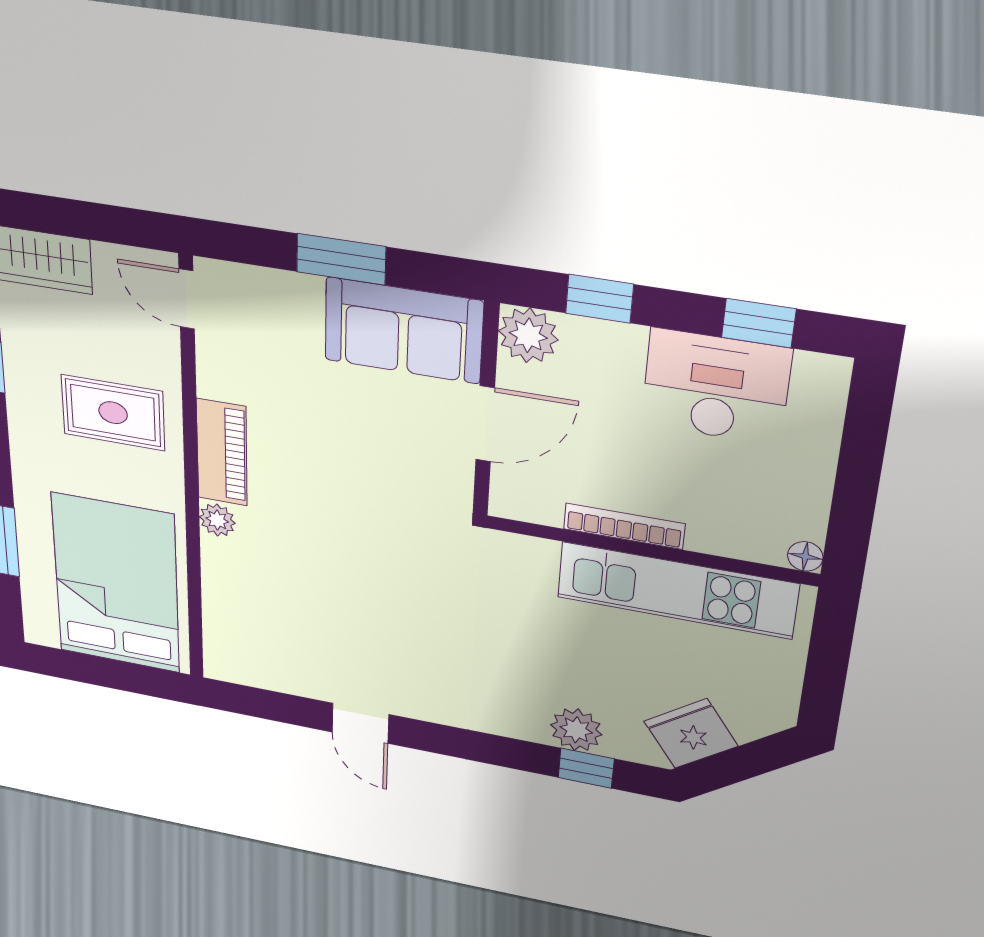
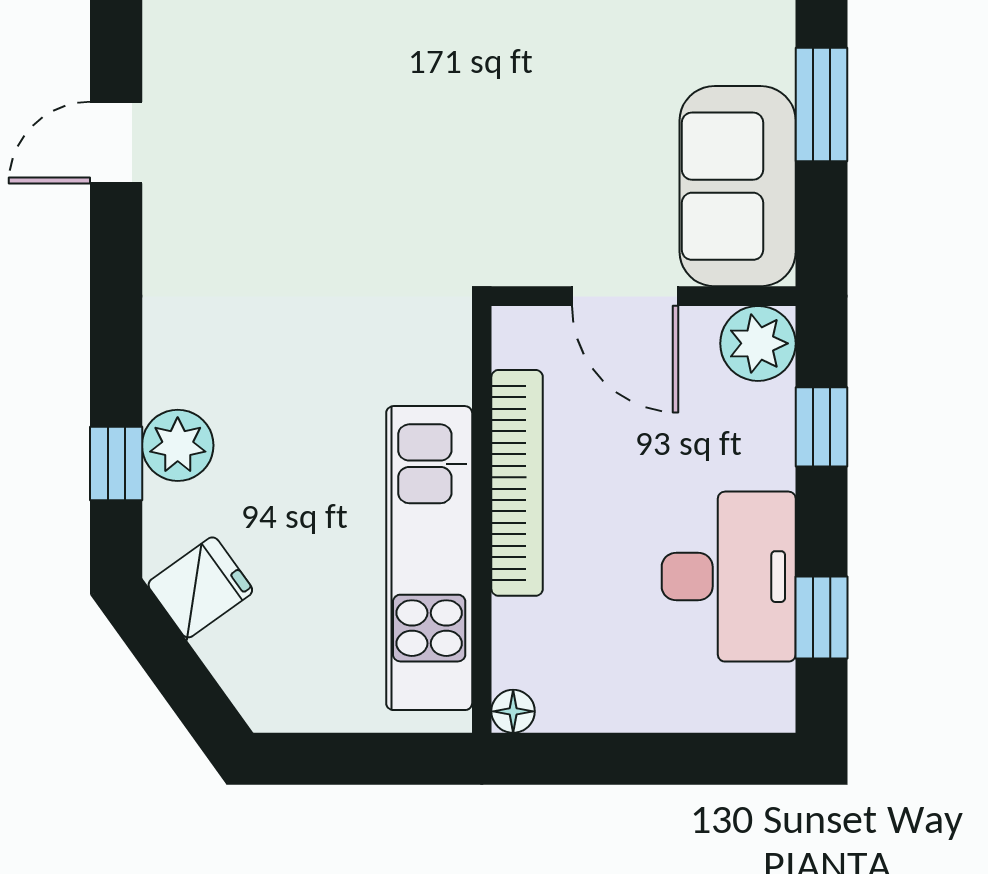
bookcase: (624, 526) -> (517, 483), width x1.48, depth x1.31
fridge: (691, 734) -> (200, 587), width x0.72

